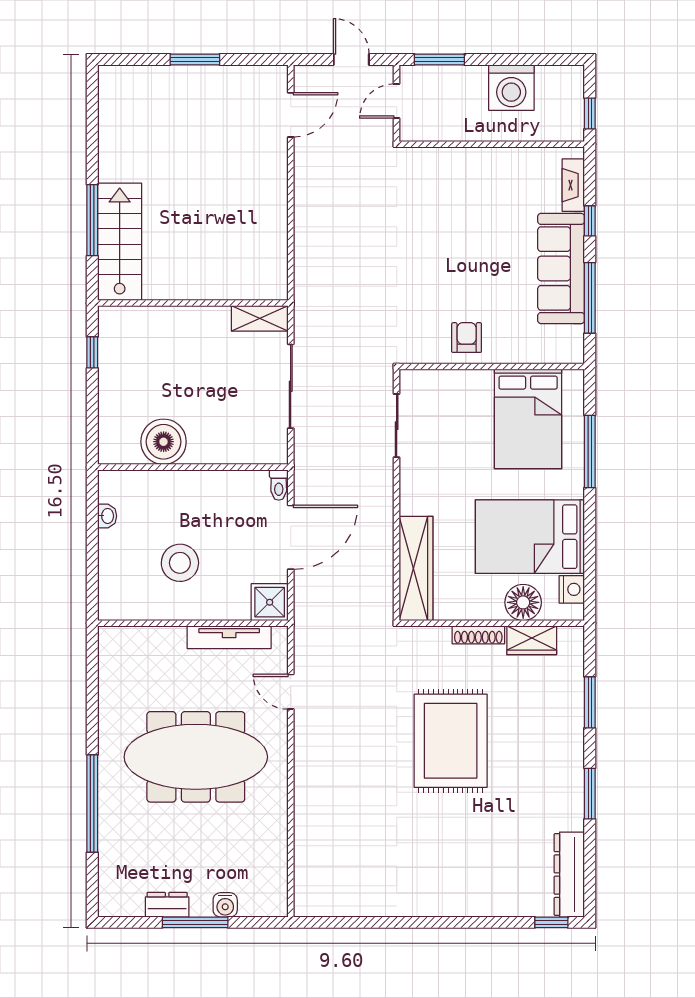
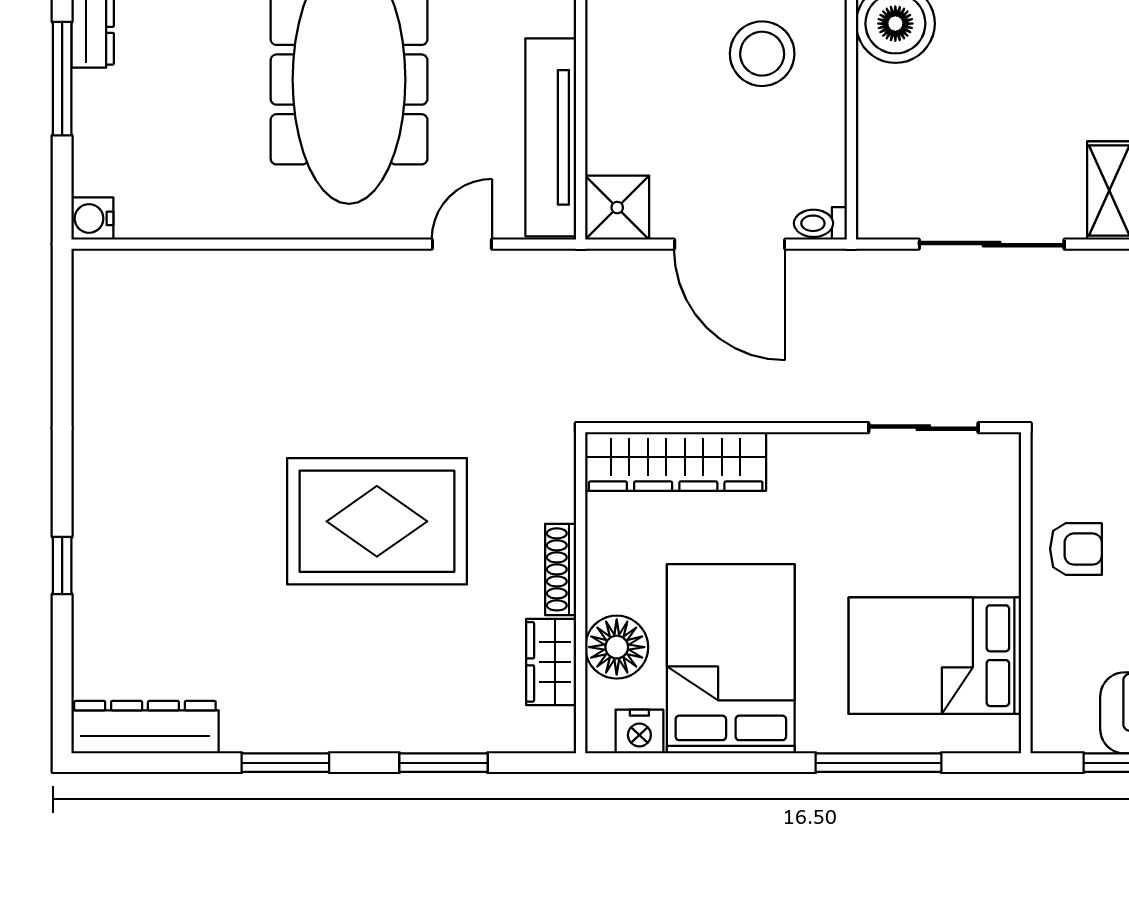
stool: (180, 563) -> (762, 54), moved
tv unit: (229, 637) -> (551, 137), width x1.36, depth x1.29
water cooler: (225, 905) -> (92, 218), moved
window: (551, 922) -> (62, 565), moved

